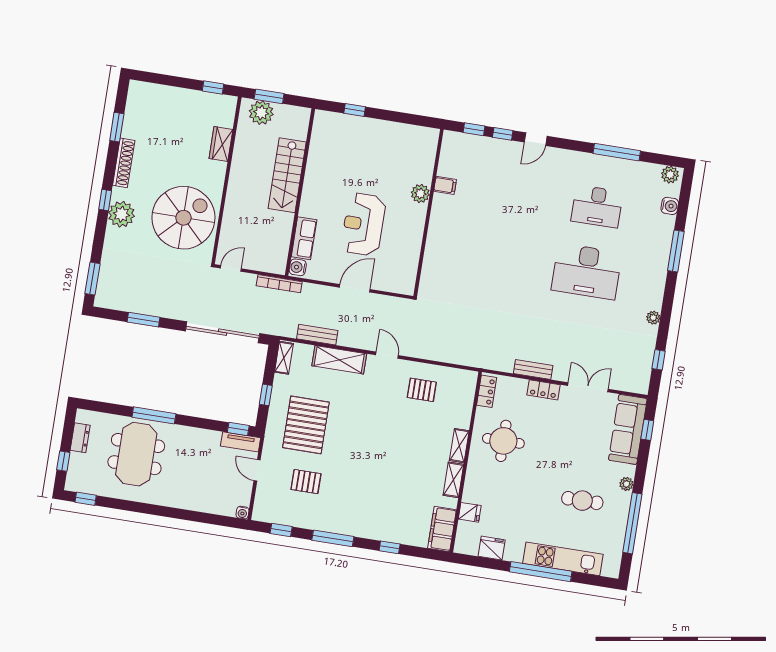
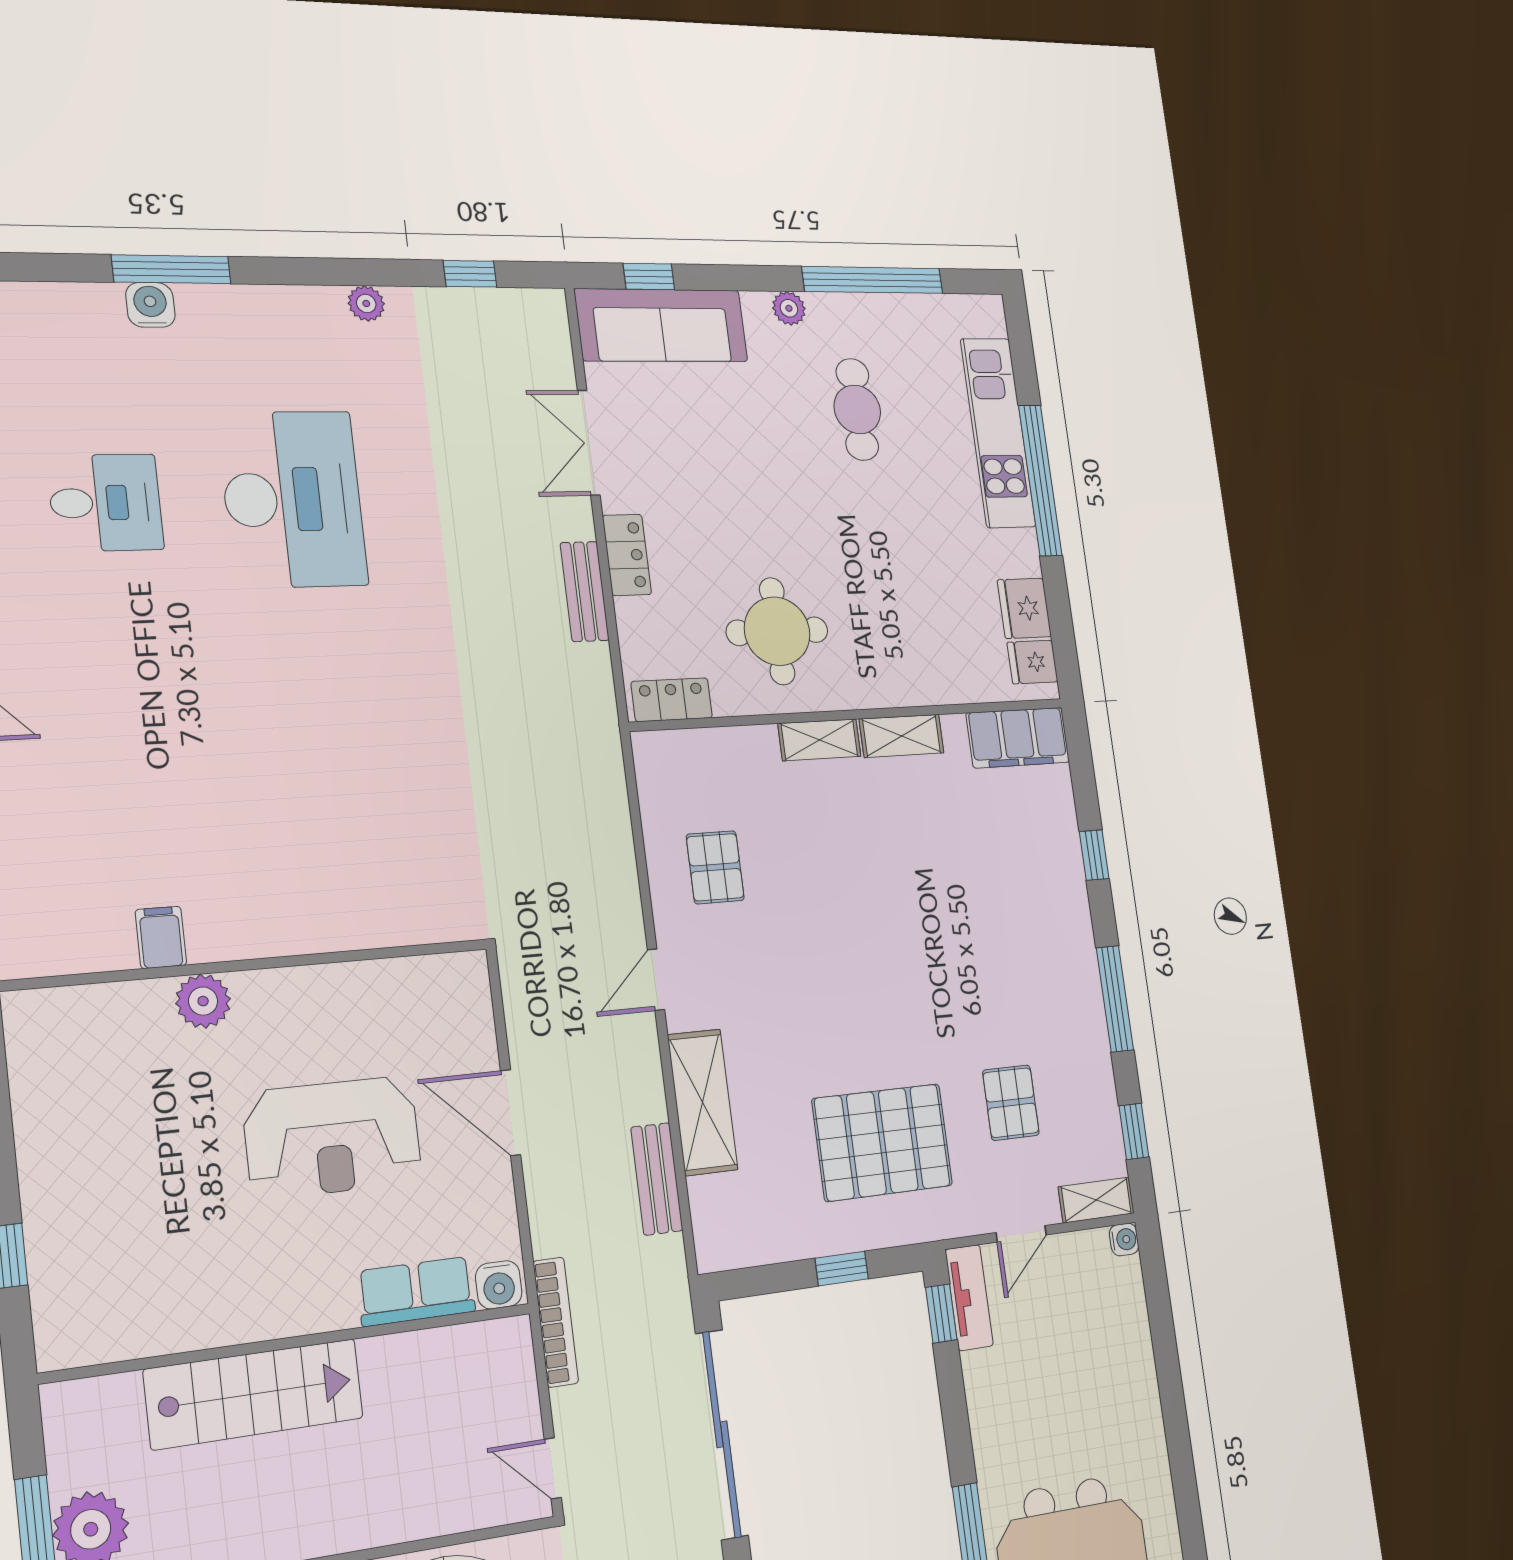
desk: (597, 206) -> (105, 503), width x0.73
water cooler: (670, 206) -> (150, 305), moved
shelving: (284, 358) -> (1096, 1200), moved
fridge: (470, 512) -> (1033, 662), moved, turned -90

